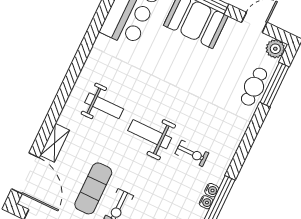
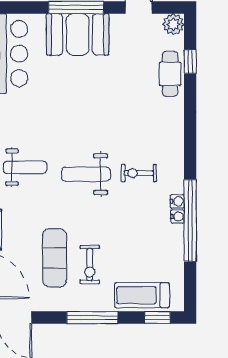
window: (275, 85) -> (190, 62), width x0.46
exercise bike: (192, 153) -> (139, 173), turned 180

